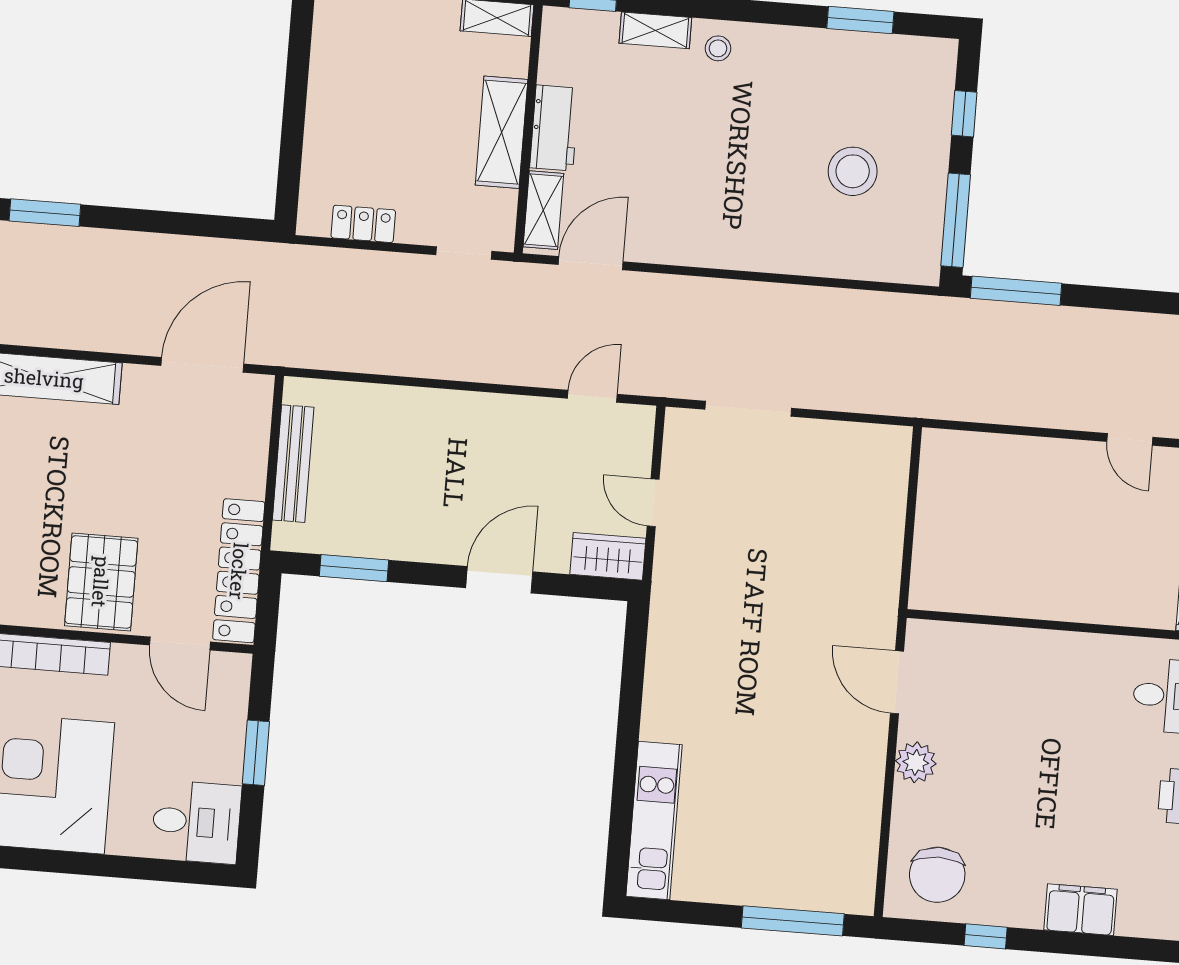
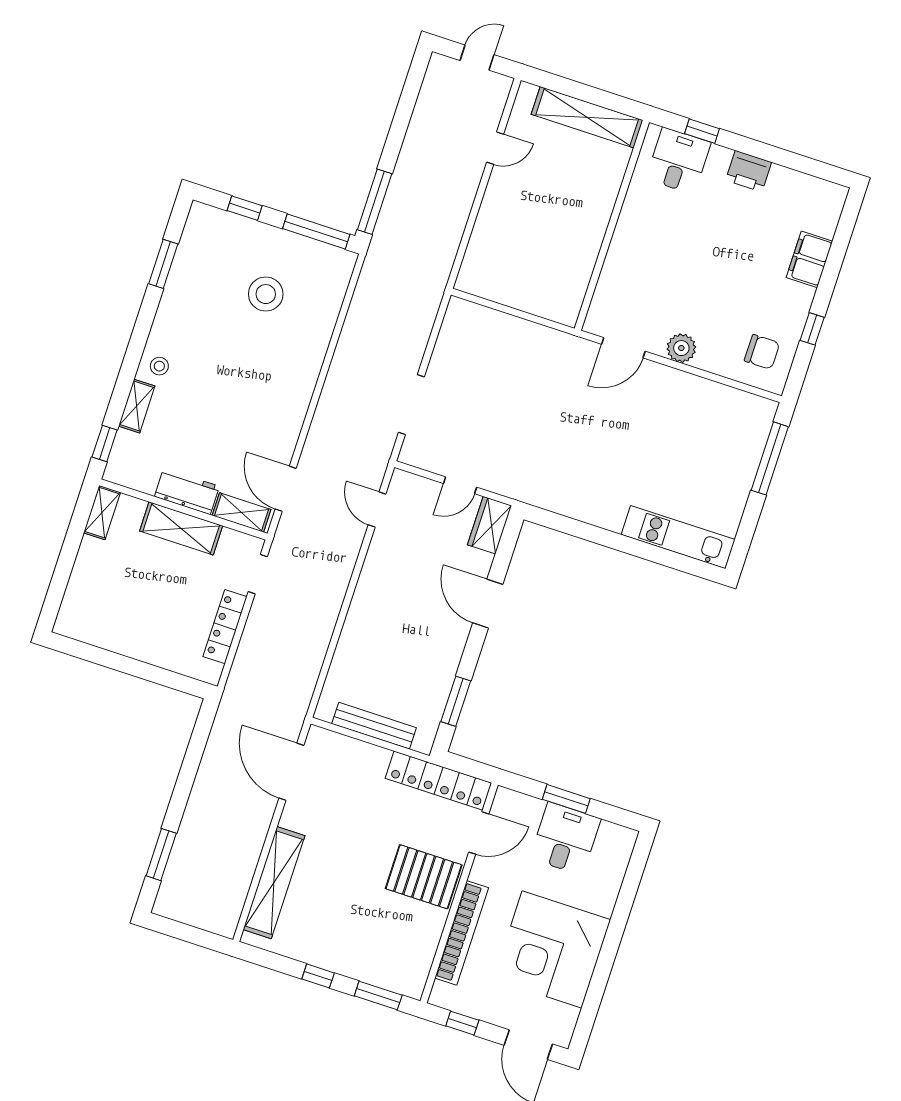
locker: (363, 224) -> (225, 627), width x1.53
desk: (196, 822) -> (565, 839), moved
chair: (937, 875) -> (762, 352), width x0.73, depth x0.73

